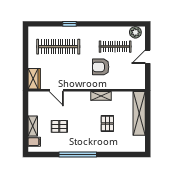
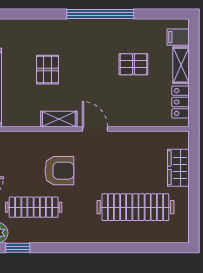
window: (69, 24) -> (18, 248), moved
wardrobe: (34, 79) -> (178, 168), moved
door: (56, 90) -> (95, 129), moved
locker: (33, 105) -> (181, 102), added

